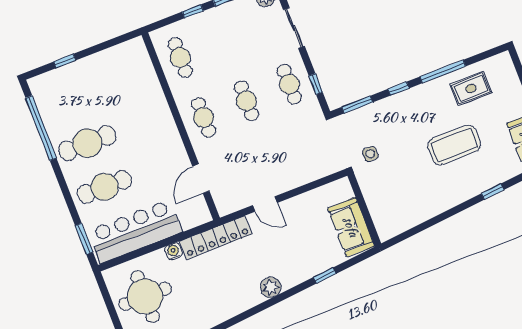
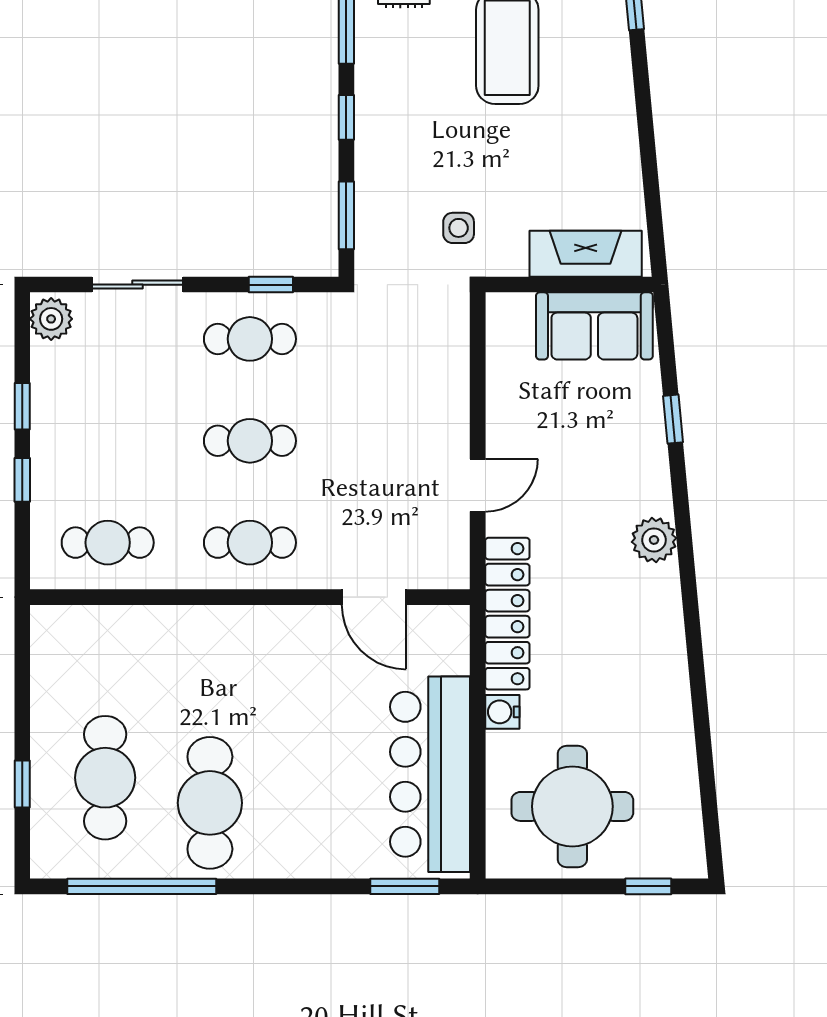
cafe table: (105, 187) -> (105, 778), moved
fireplace: (380, 212) -> (586, 254), added

